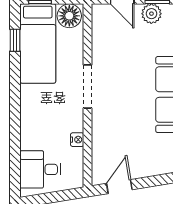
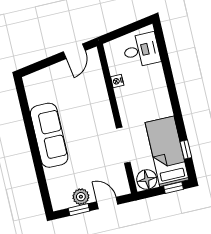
doorway: (88, 87) -> (123, 145), moved

